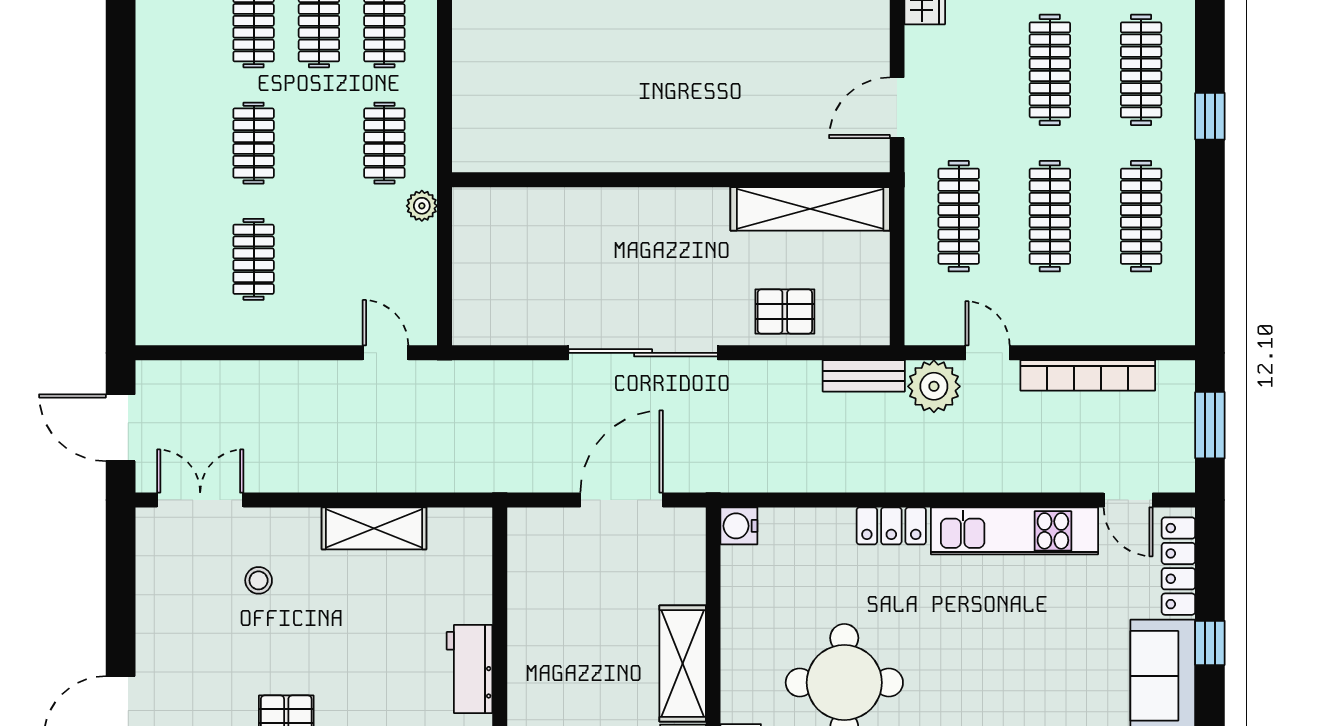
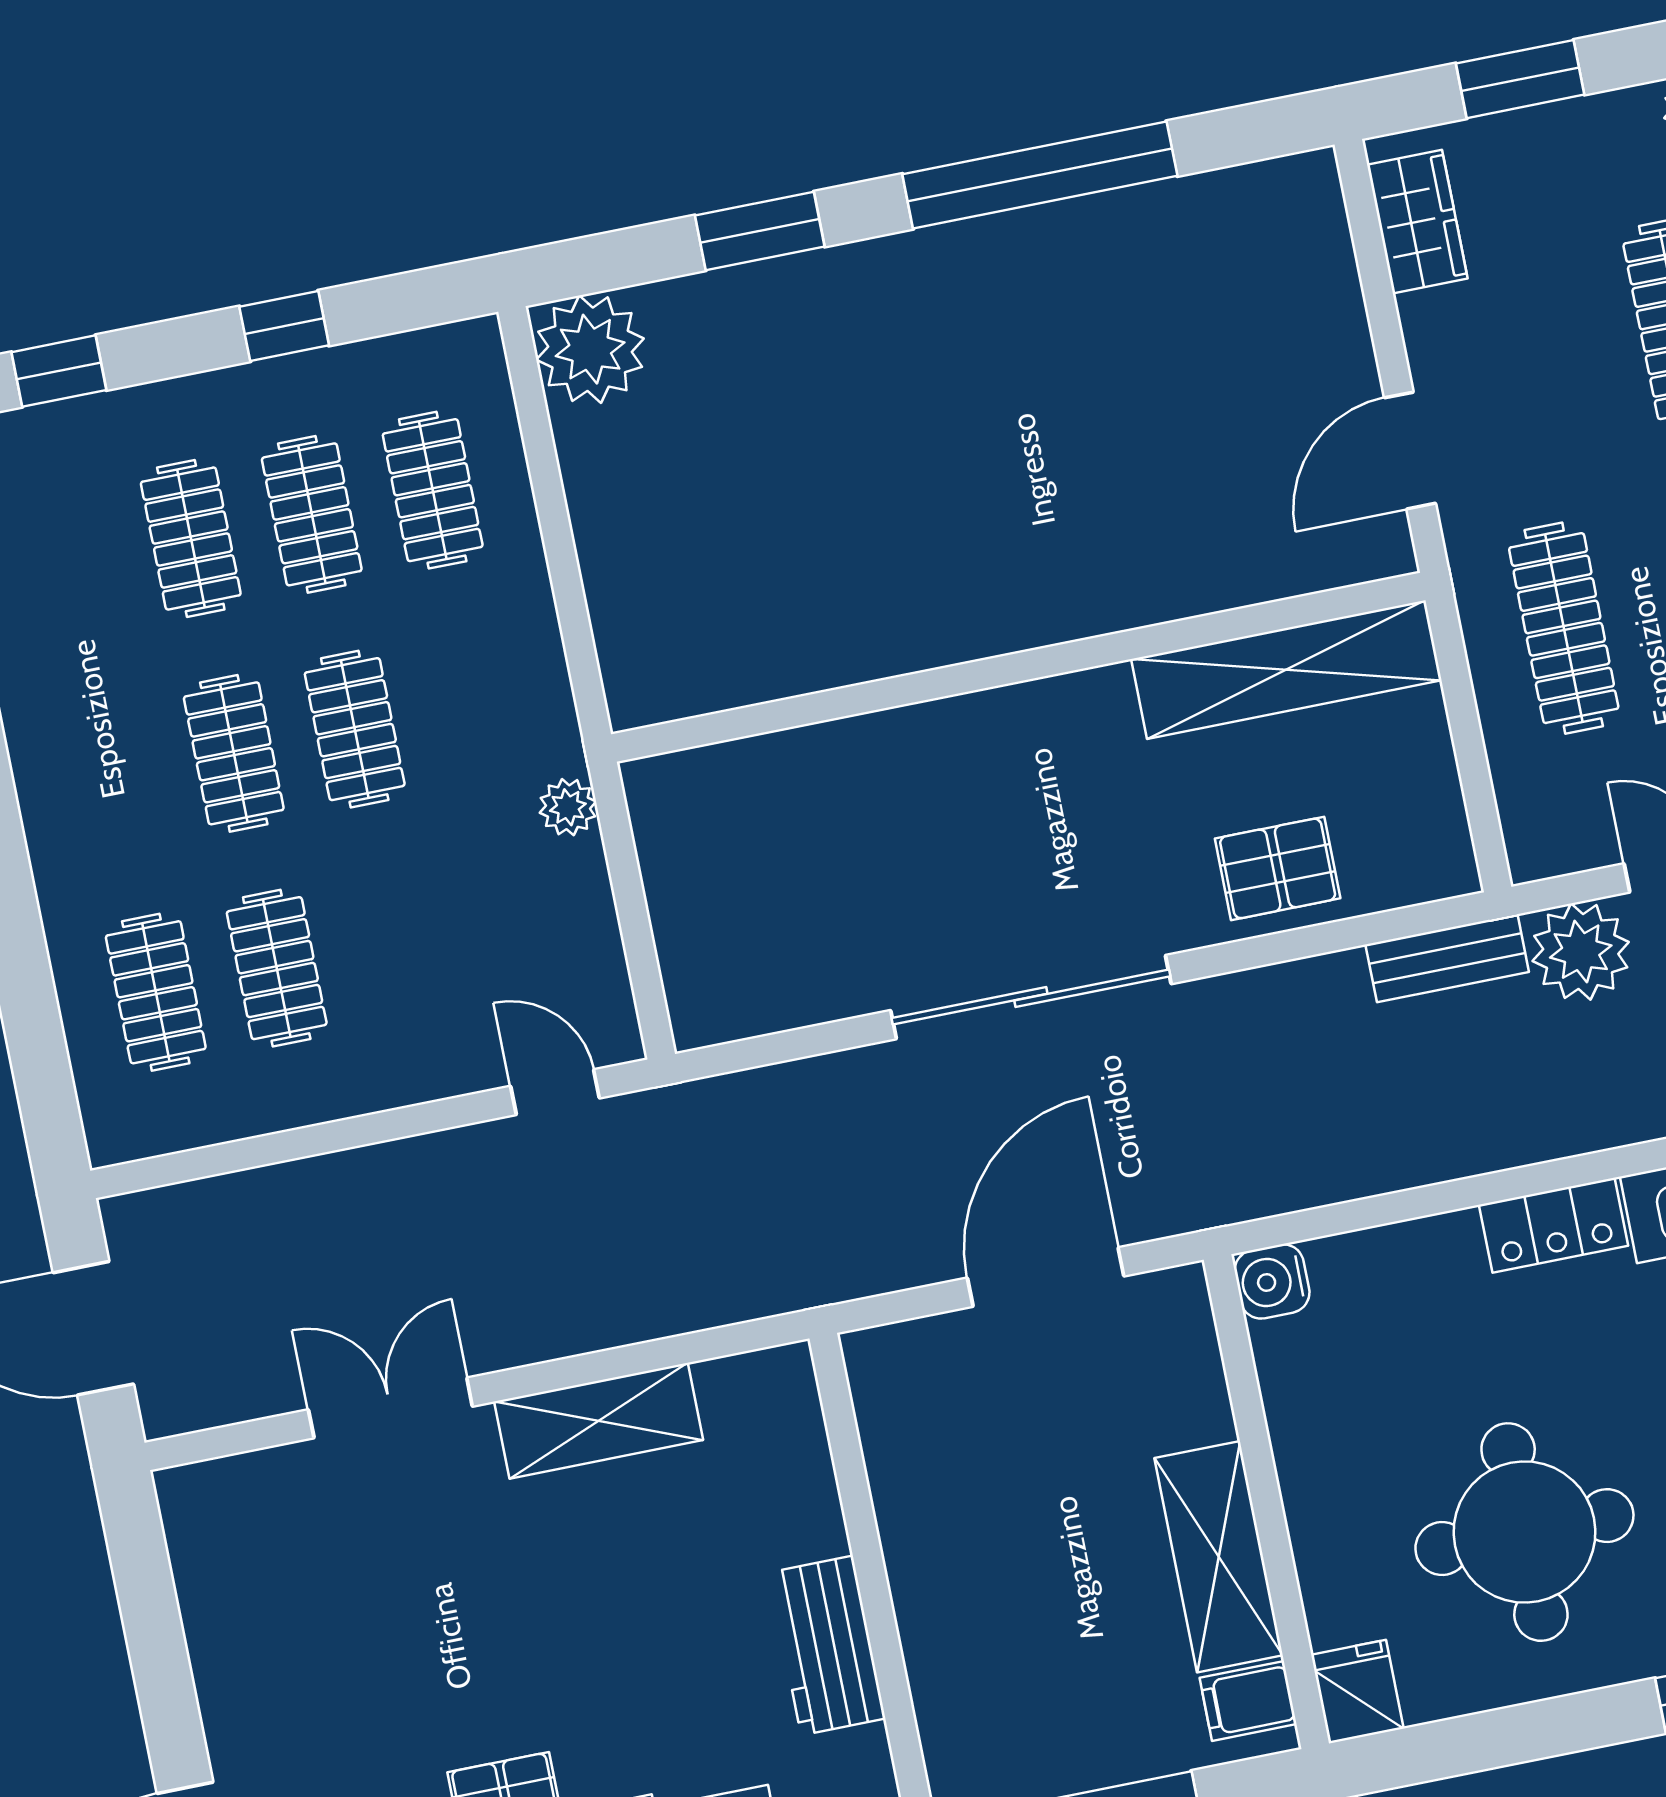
clothes rail: (384, 143) -> (355, 729), moved
clothes rail: (188, 259) -> (156, 992), added
double door: (200, 500) -> (390, 1408), moved
stool: (259, 580) -> (405, 1560), removed

